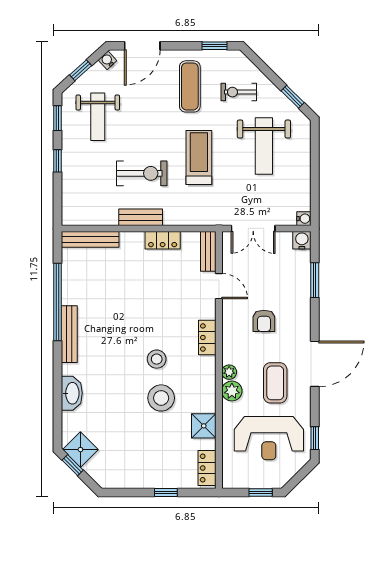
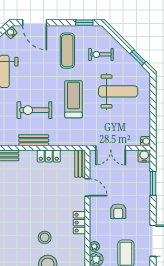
door: (142, 46) -> (35, 23), hinge flipped
weight bench: (264, 146) -> (118, 91), turned -90
exercise bike: (142, 173) -> (34, 110), turned 180

